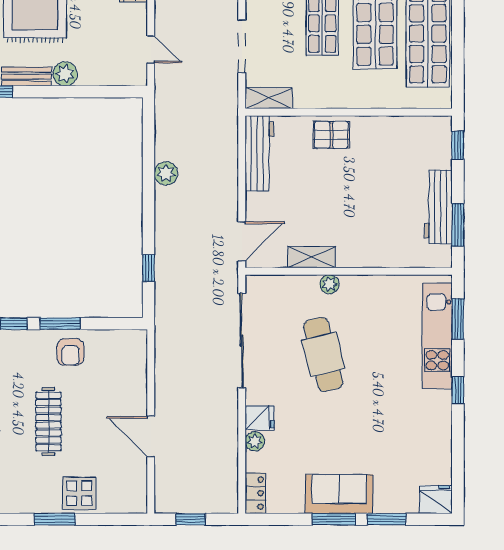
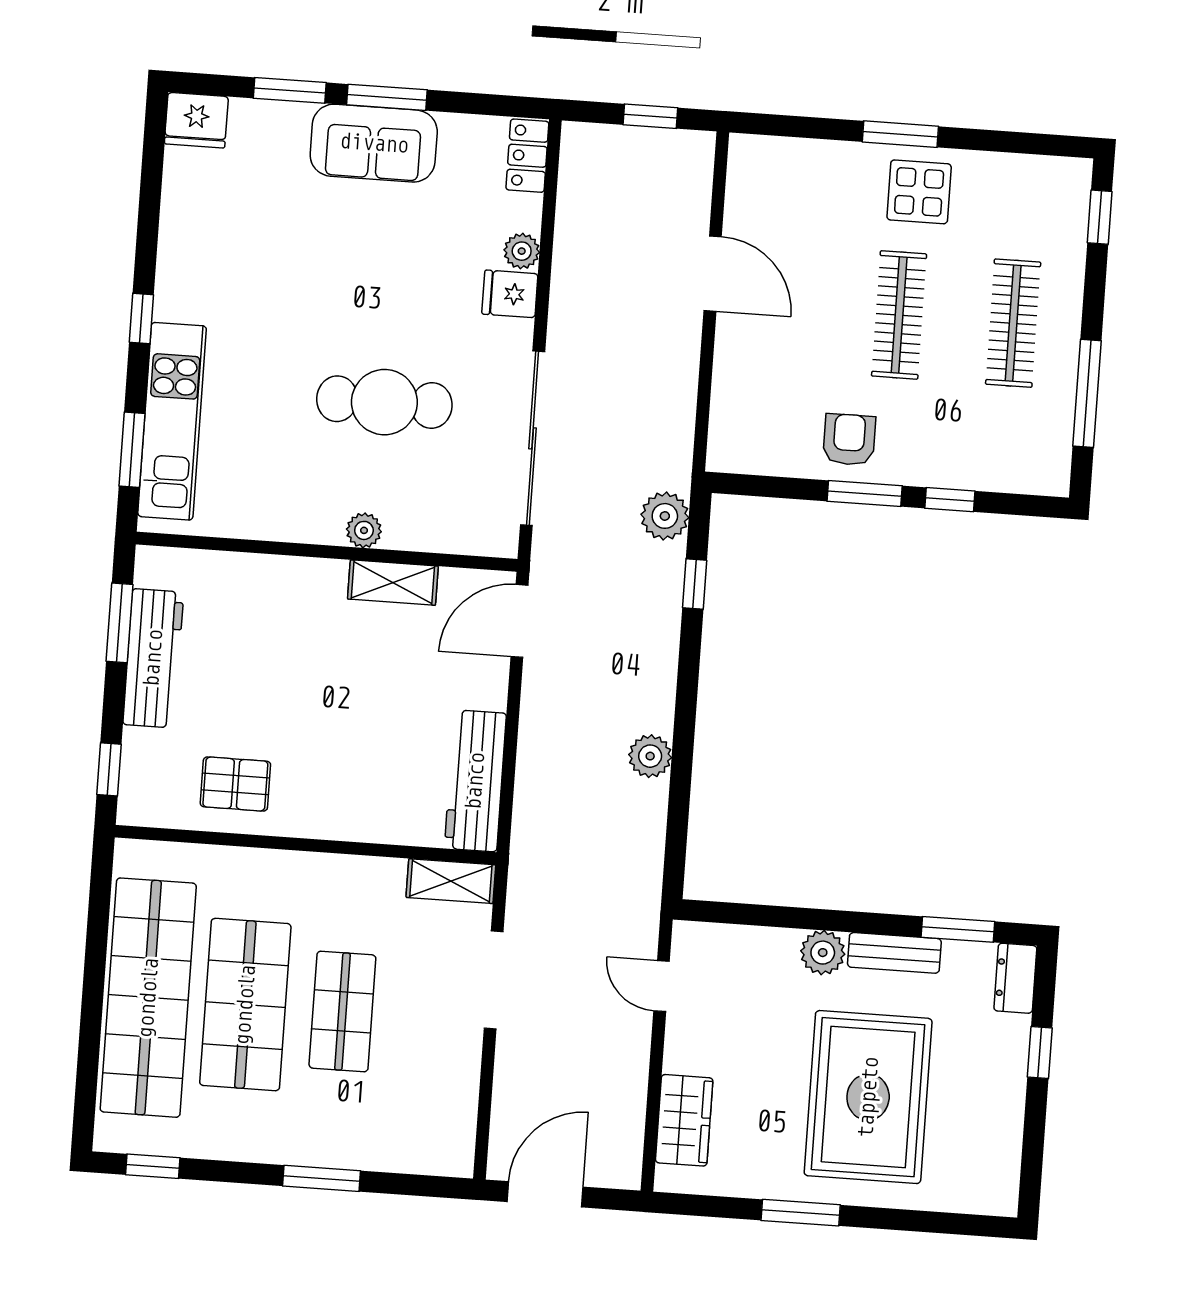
pallet: (331, 135) -> (235, 784), moved
plant: (167, 304) -> (665, 516), added
cafe table: (323, 354) -> (384, 402), turned -76
display table: (79, 493) -> (919, 192), moved

